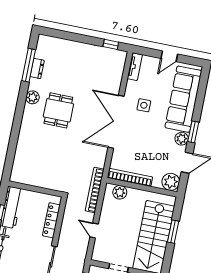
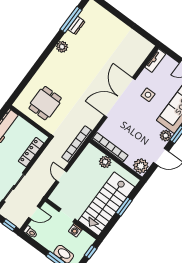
window: (111, 44) -> (144, 34), removed
dining table: (58, 110) -> (45, 103), moved
plant: (120, 192) -> (105, 162), moved

